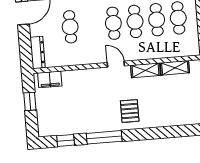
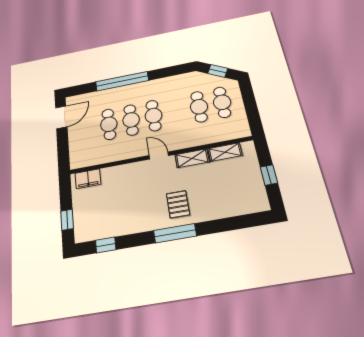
cafe table: (135, 21) -> (131, 120), moved
dresser: (38, 53) -> (75, 153), removed
window: (30, 101) -> (67, 220), moved
window: (104, 137) -> (175, 233), moved

